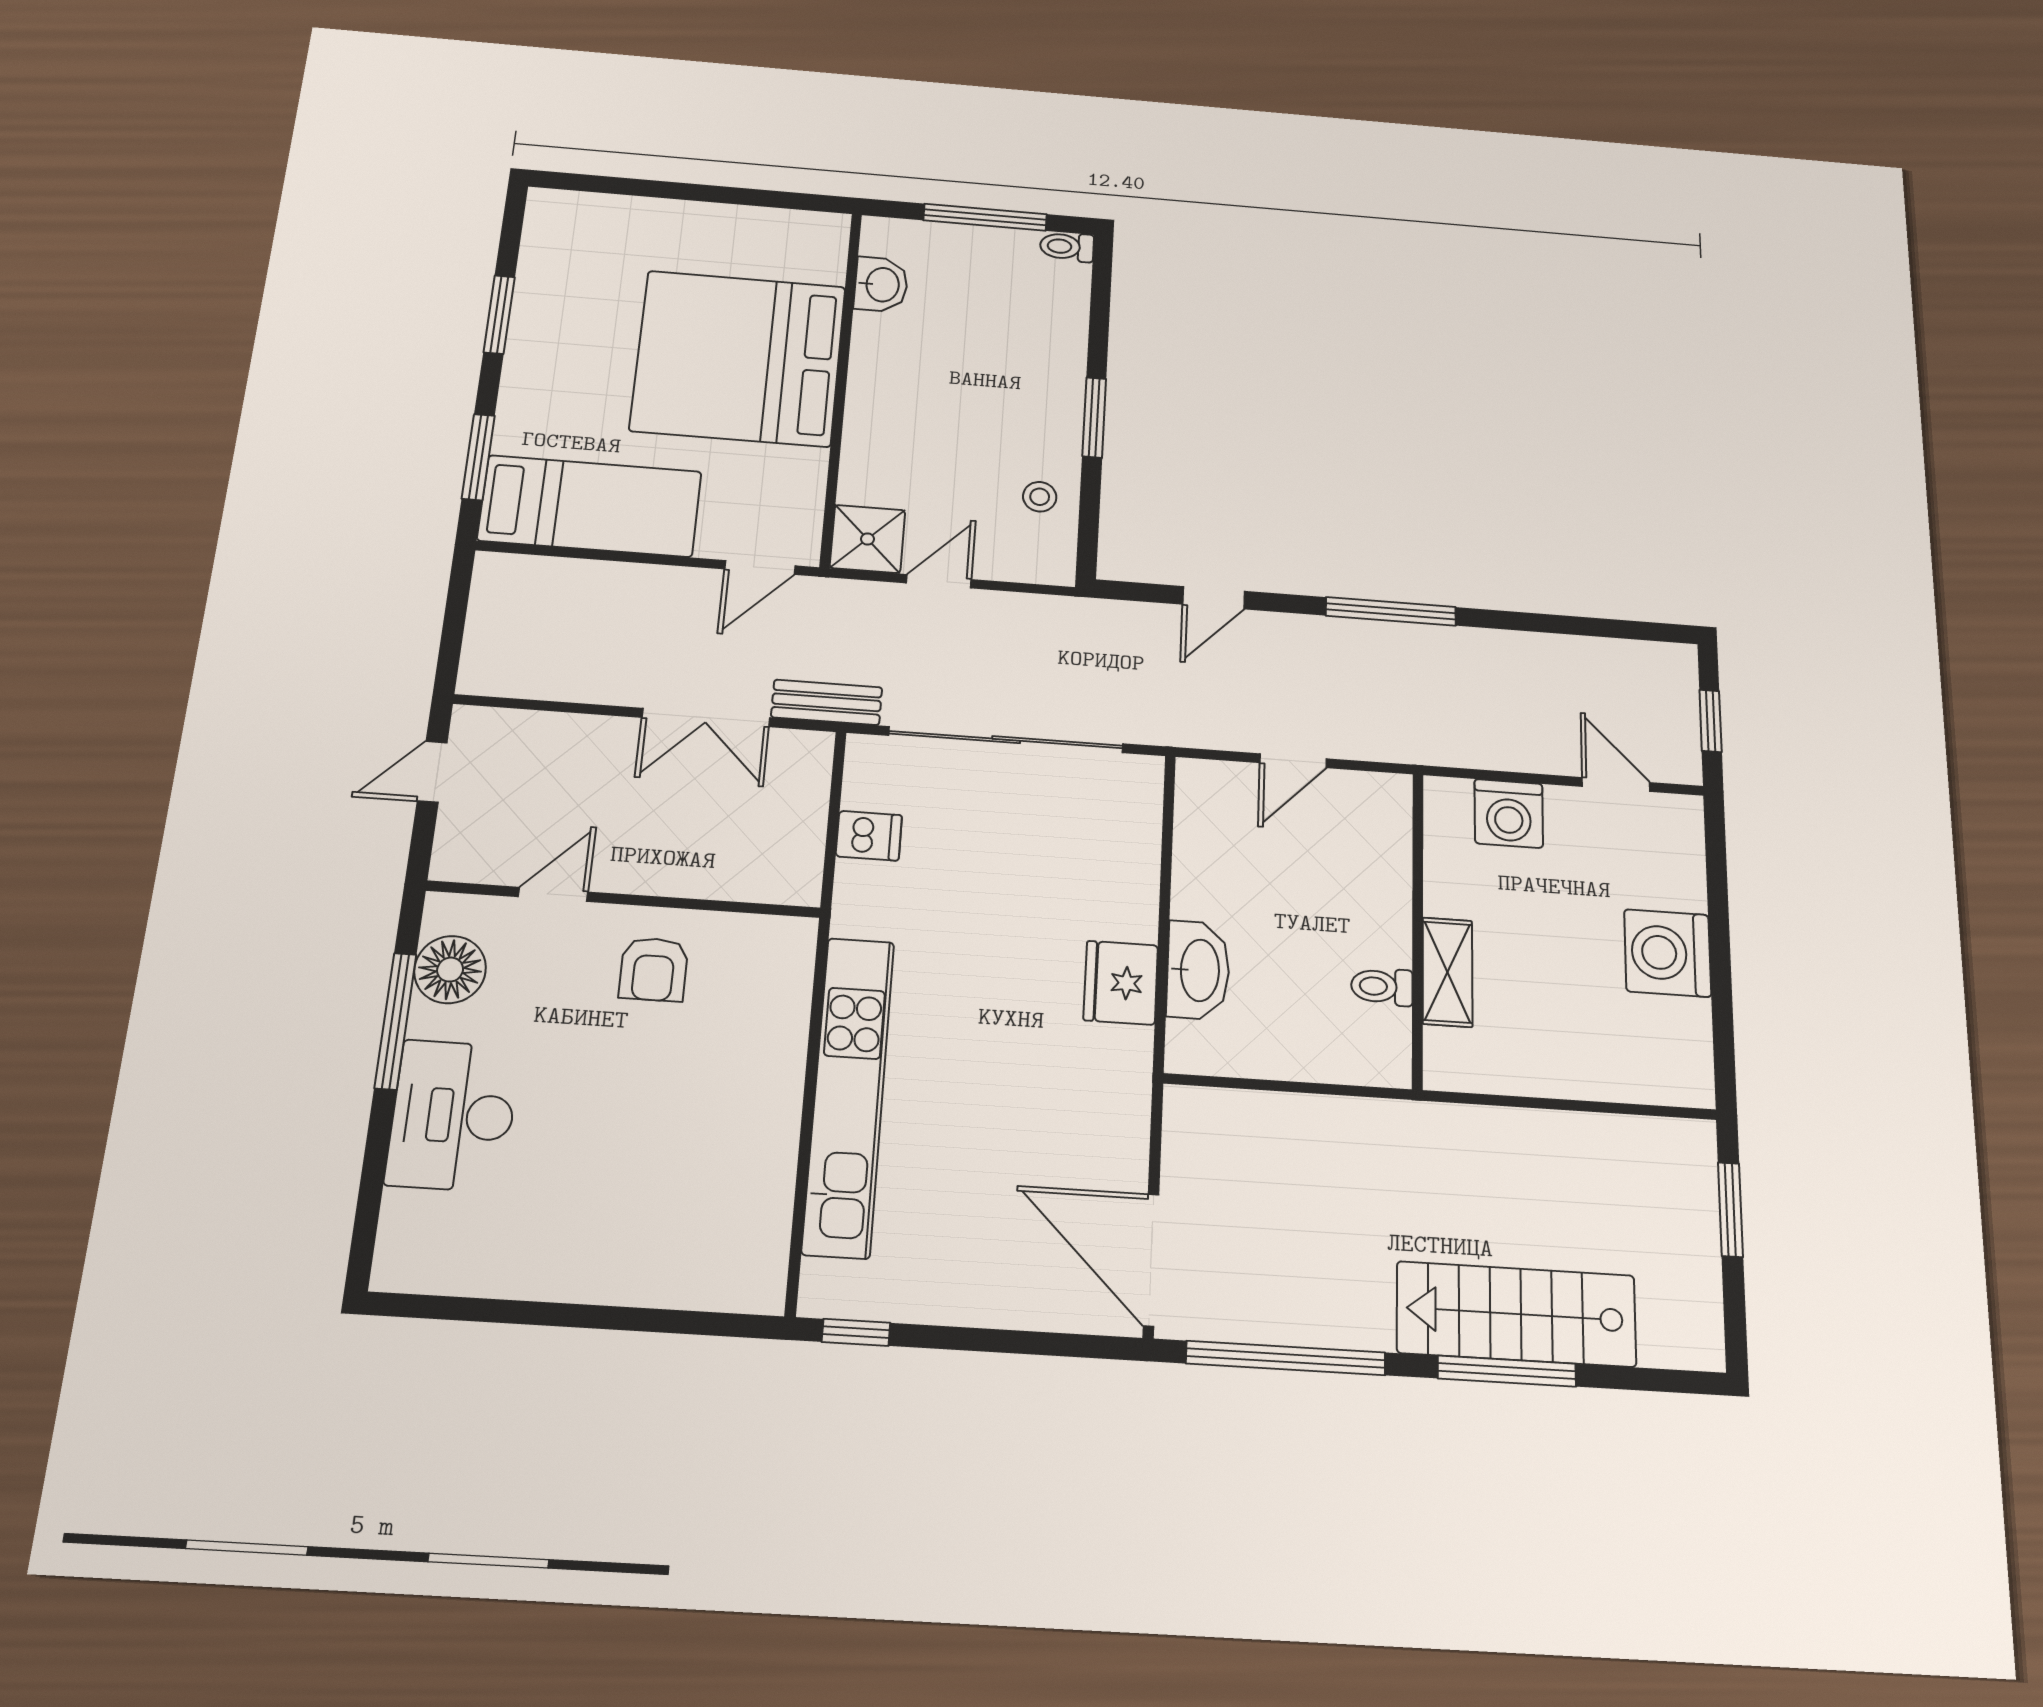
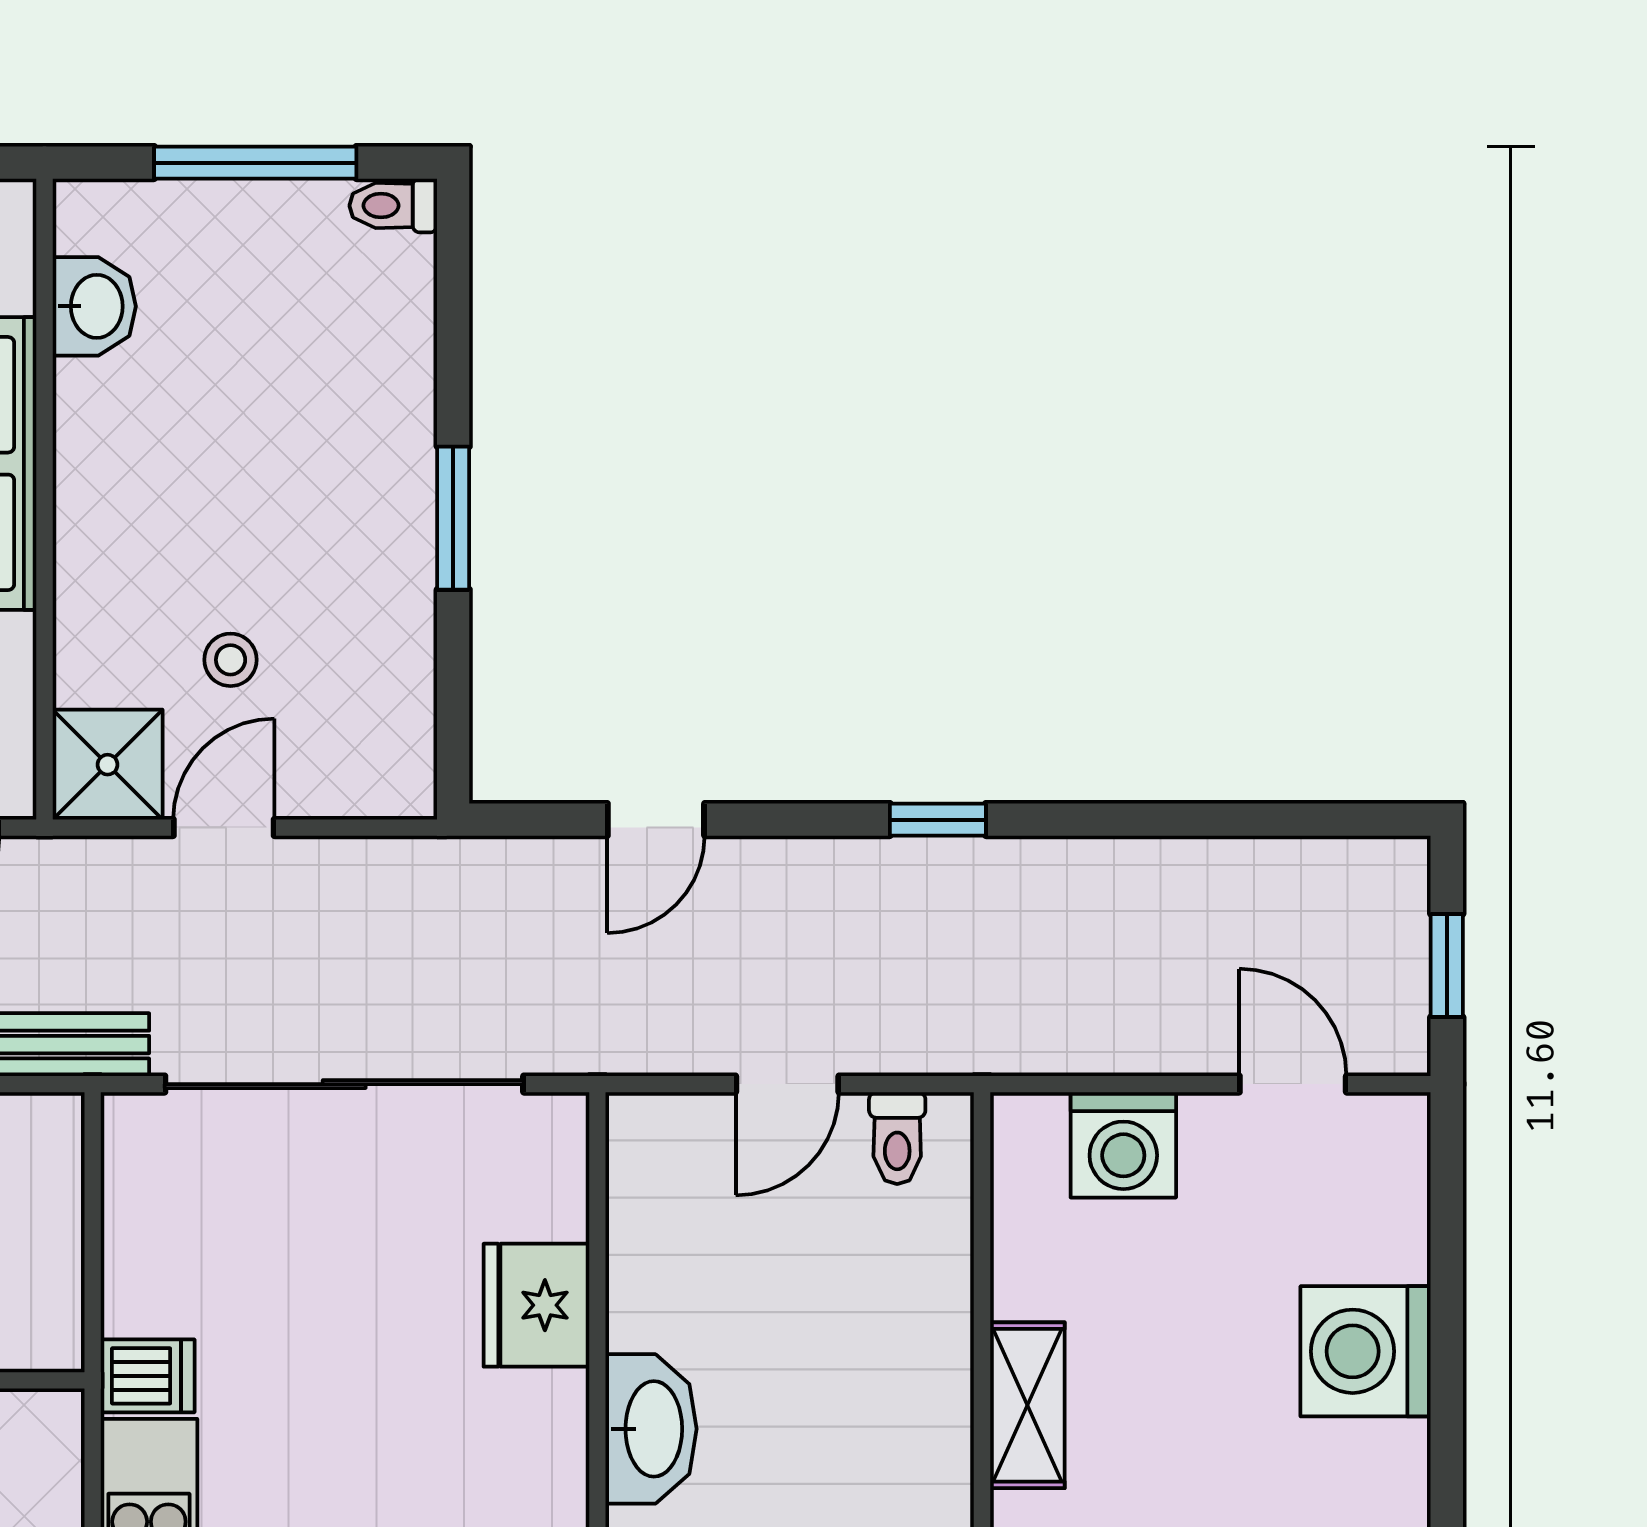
stool: (1040, 497) -> (231, 660), moved
window: (1391, 611) -> (938, 820), width x0.46
dishwasher: (869, 836) -> (148, 1376), moved
fridge: (1121, 983) -> (536, 1305), moved
toilet: (1382, 987) -> (897, 1138), moved, turned -90

